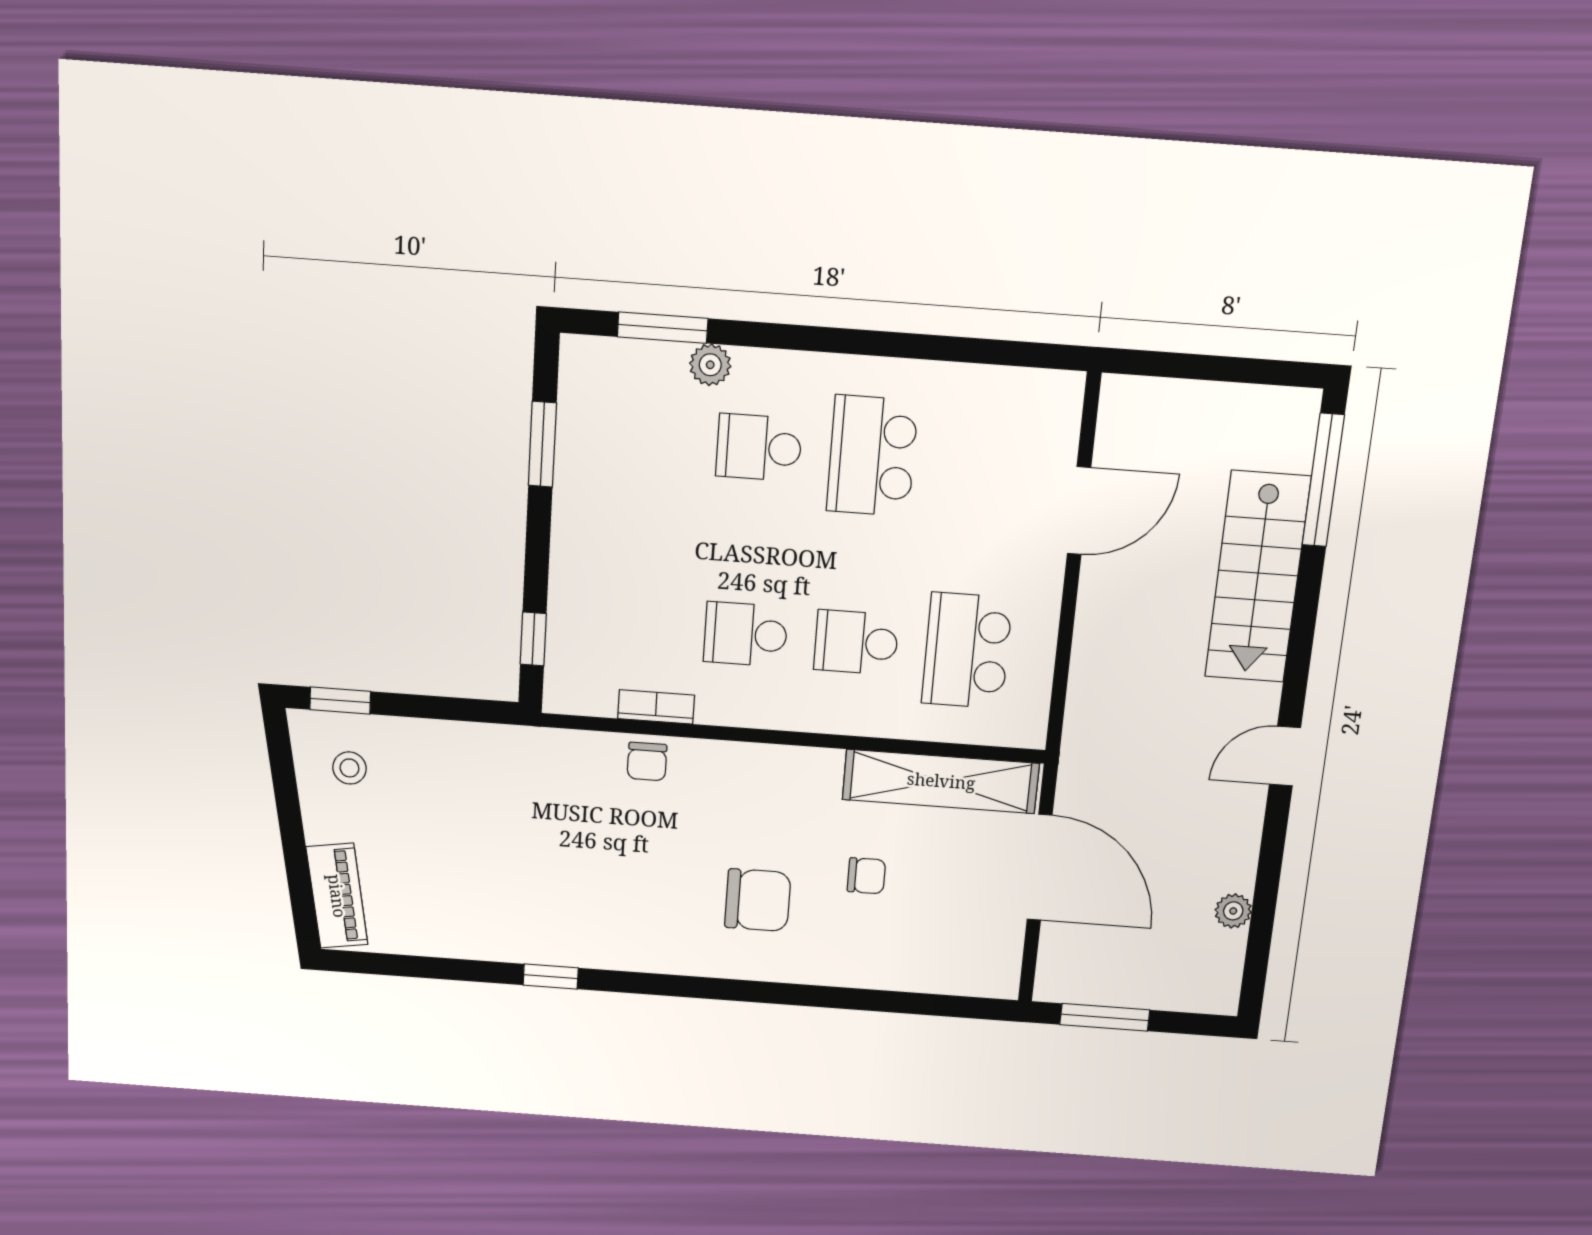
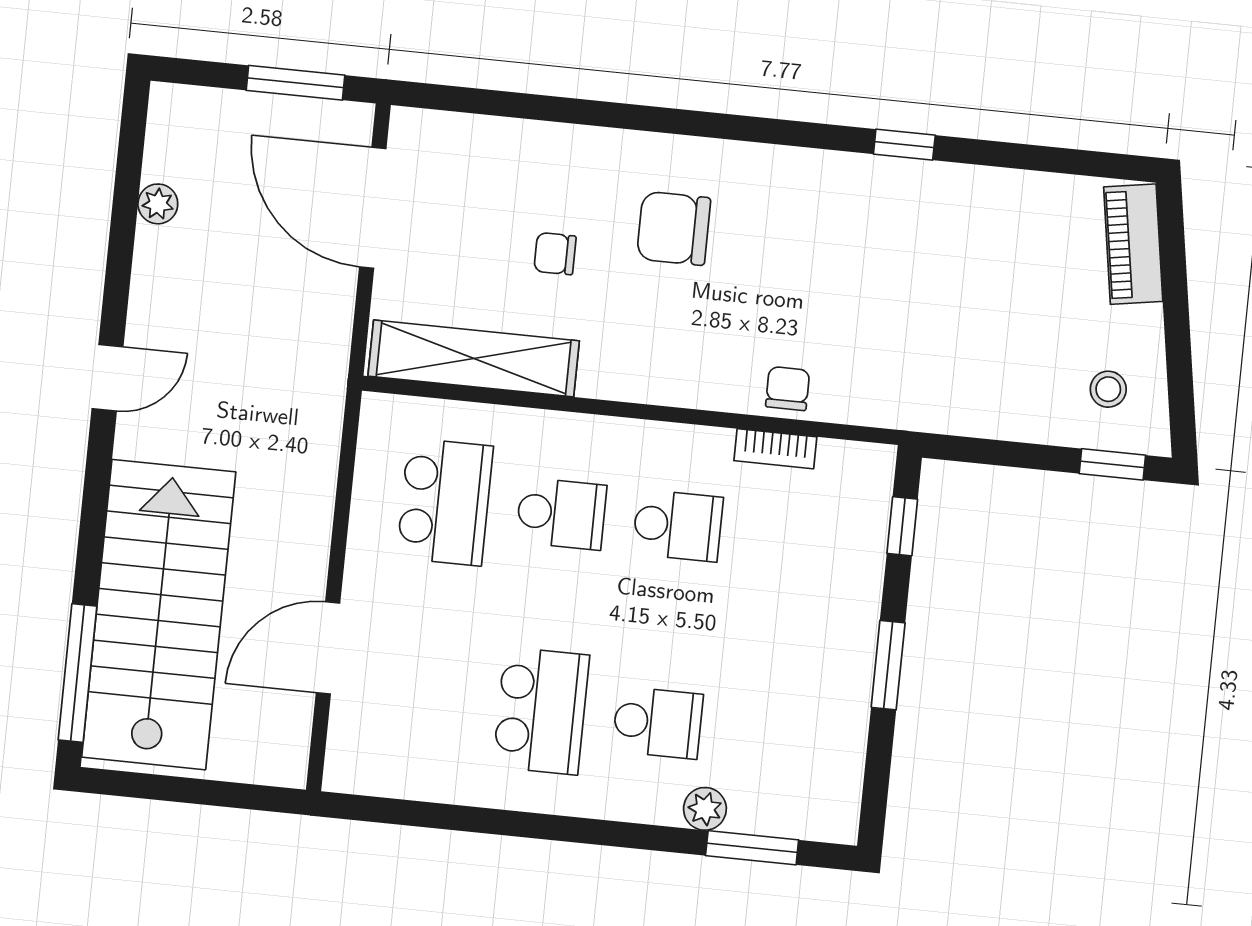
window: (542, 444) -> (888, 665), moved
stairs: (1258, 577) -> (159, 615), width x1.36, depth x1.51
door: (1040, 867) -> (373, 208), moved

